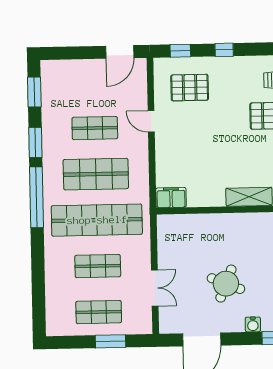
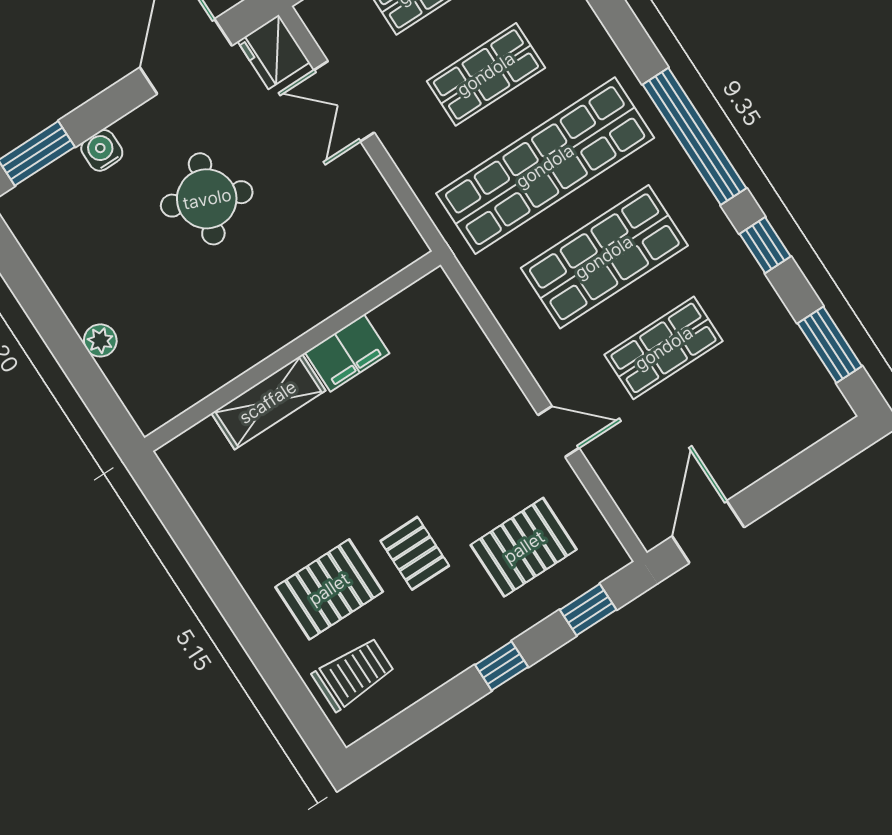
pallet: (230, 110) -> (415, 553), added
window: (35, 142) -> (765, 245), width x0.67
filing cabinet: (171, 198) -> (347, 353), moved
fridge: (169, 322) -> (274, 52), added

